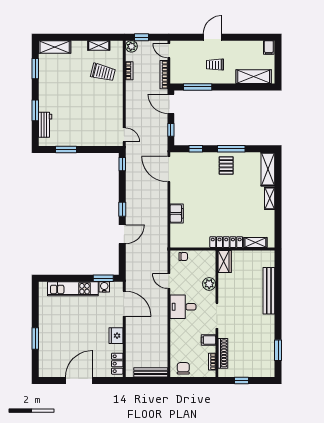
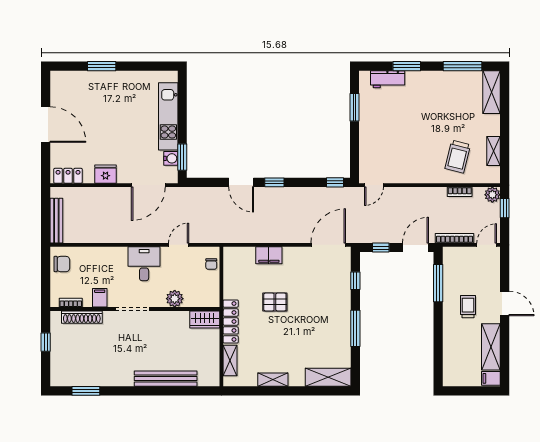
window: (35, 69) -> (463, 66), width x1.44
shelving: (254, 77) -> (491, 347), moved
pallet: (226, 166) -> (275, 302), moved
shelving: (270, 198) -> (273, 380), moved

